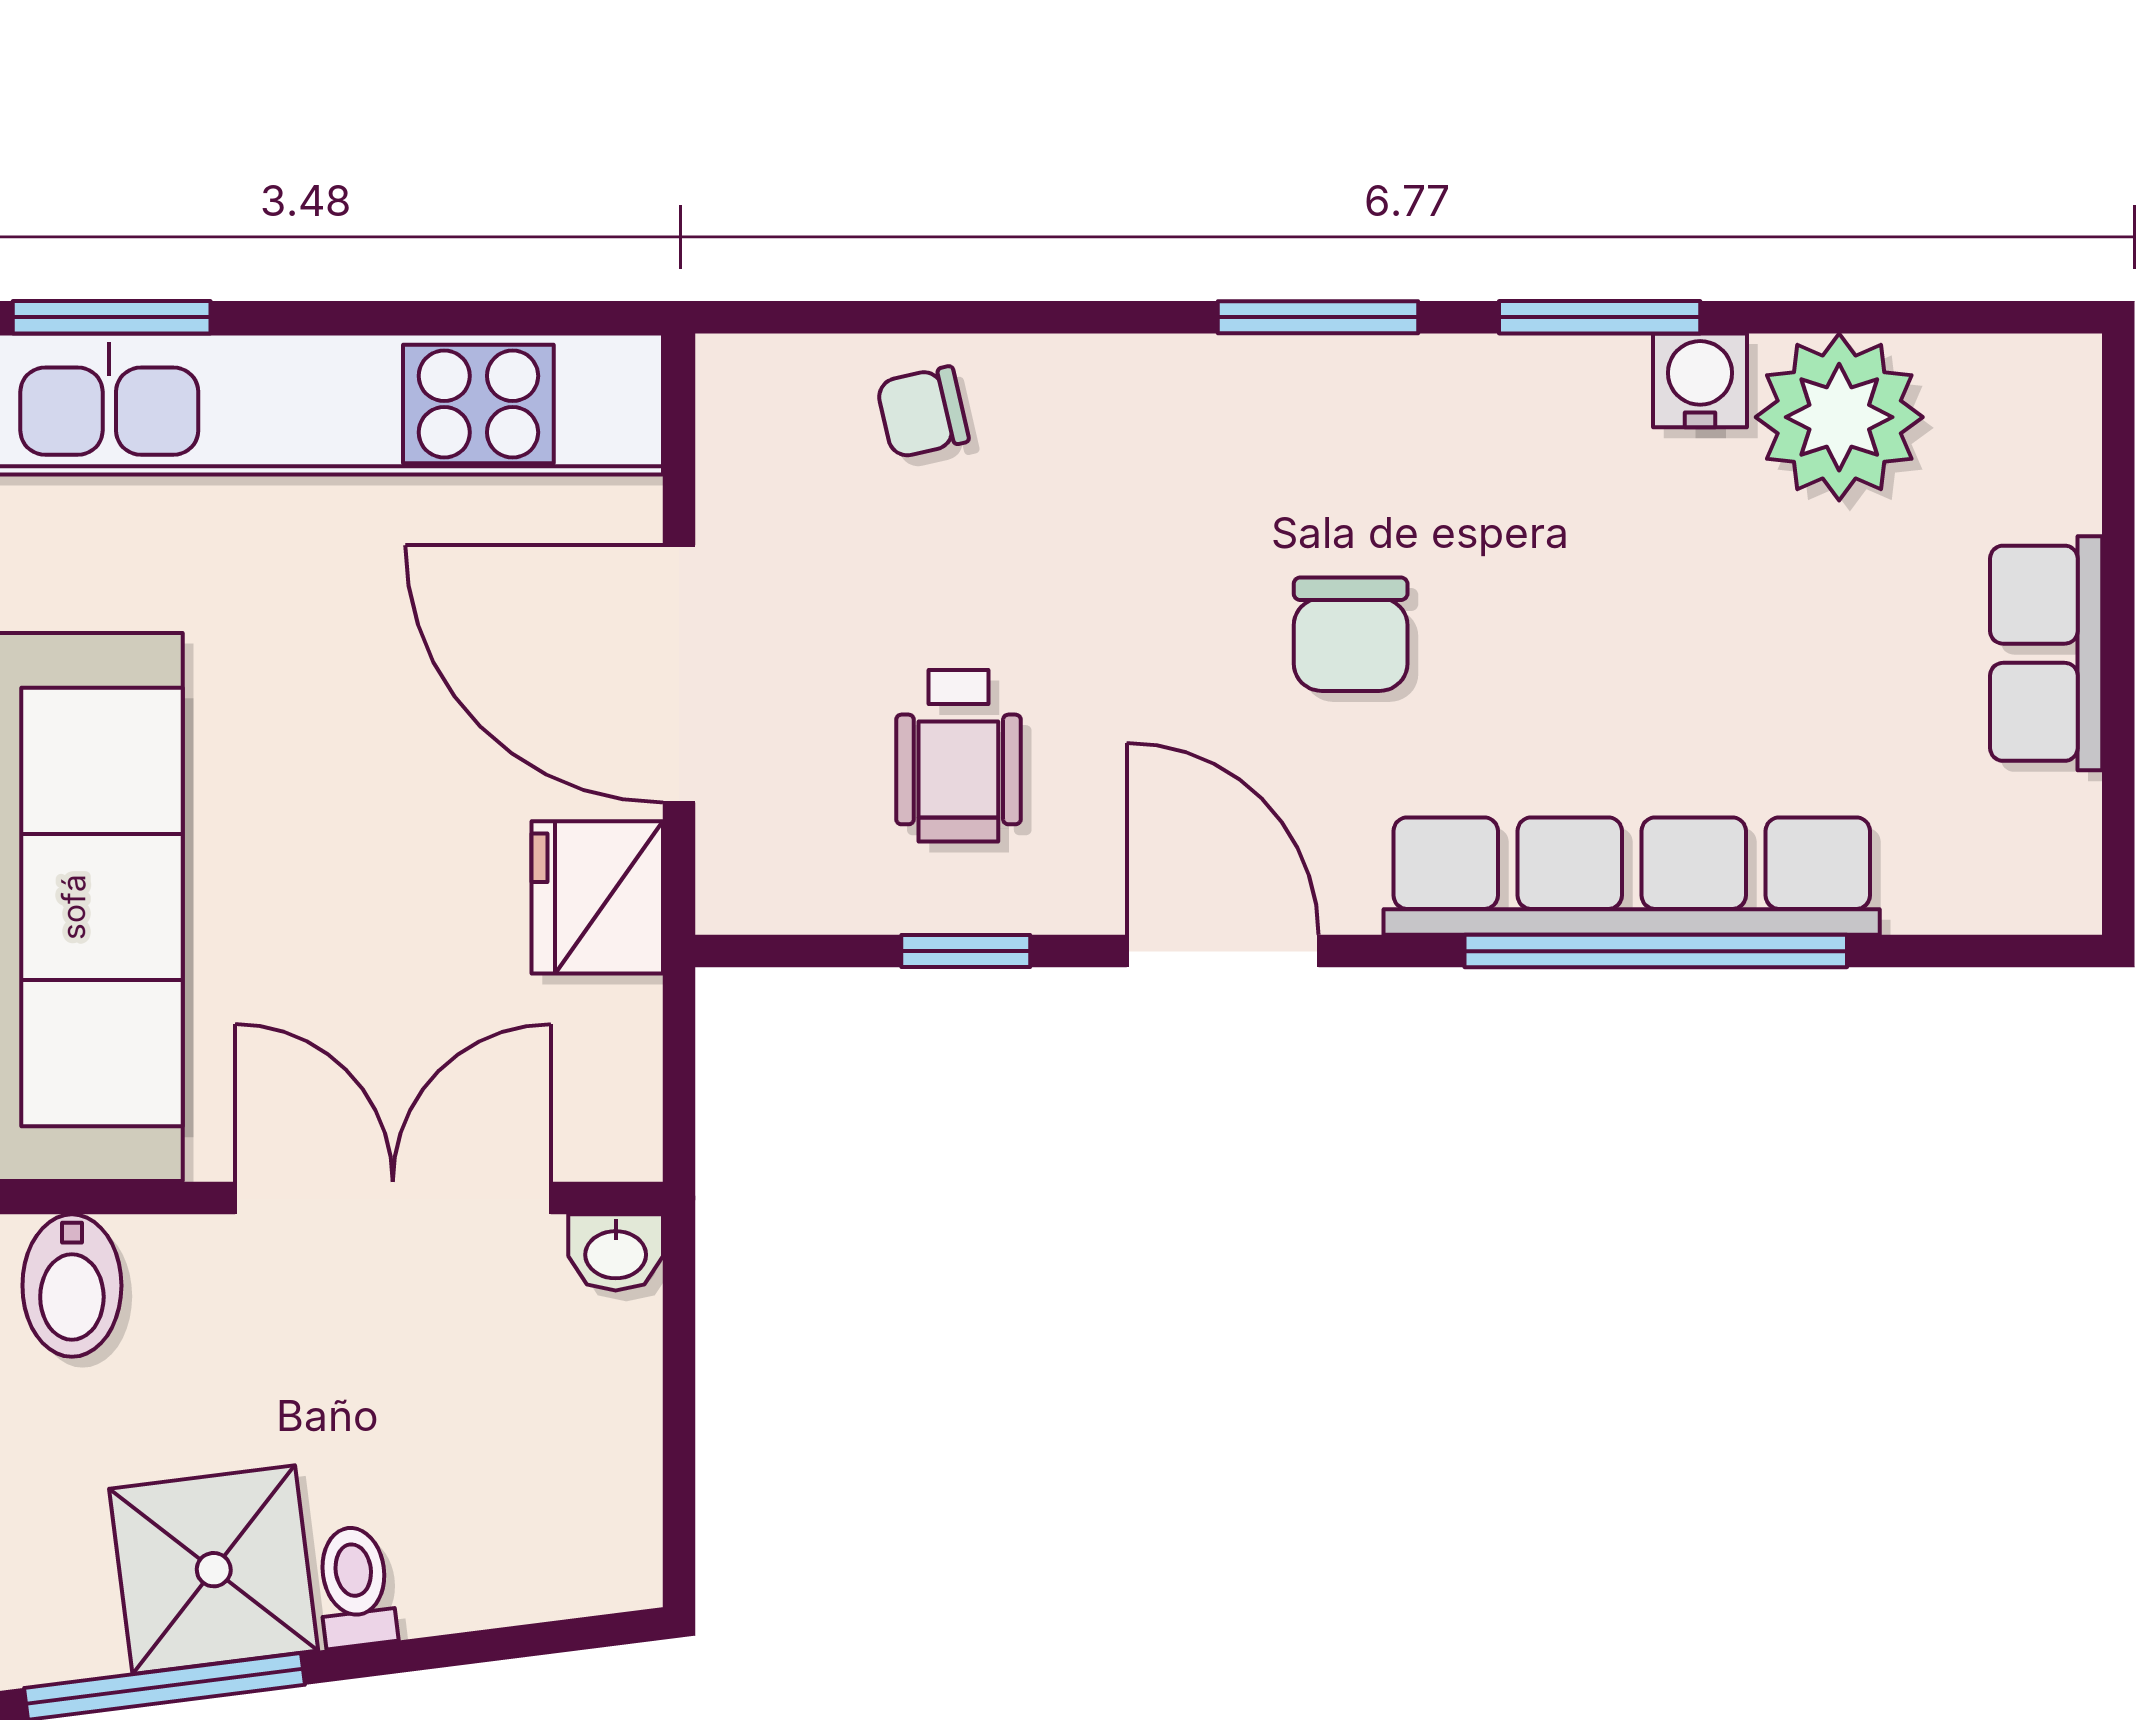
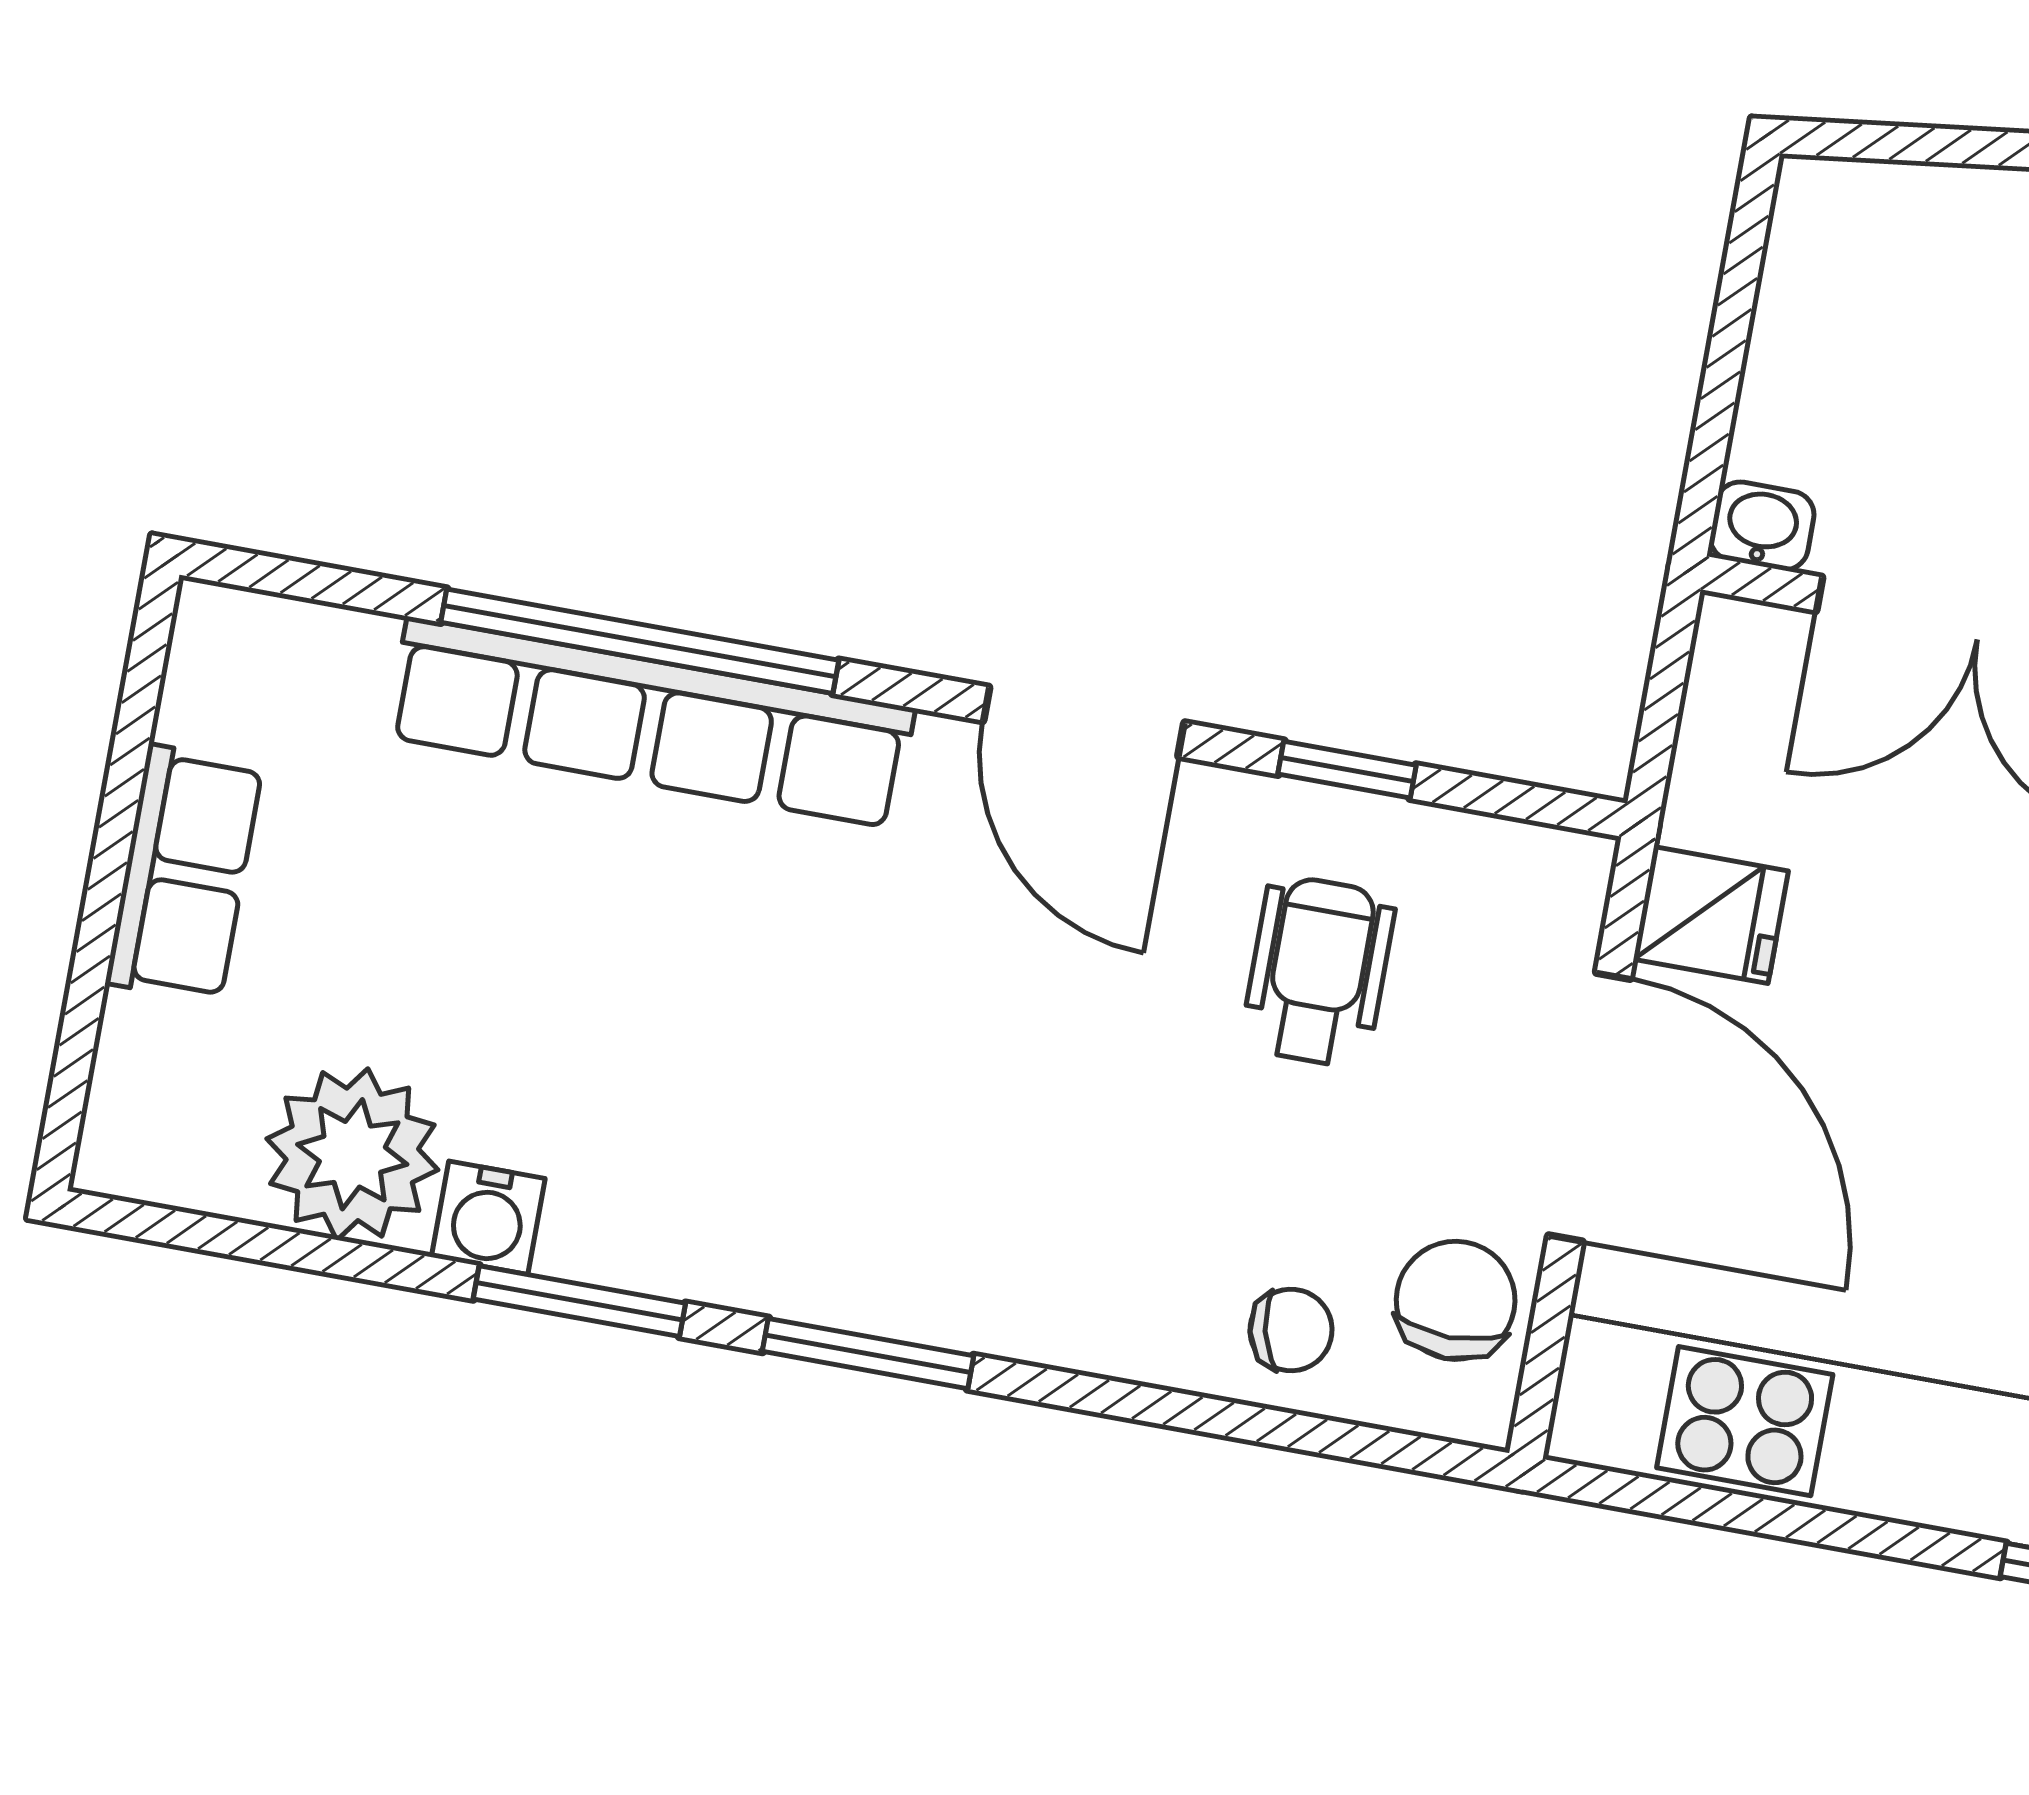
chair: (1351, 634) -> (1456, 1300), moved
fridge: (597, 897) -> (1711, 915), width x0.72

